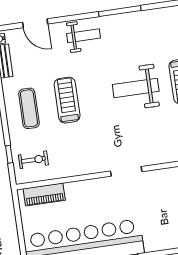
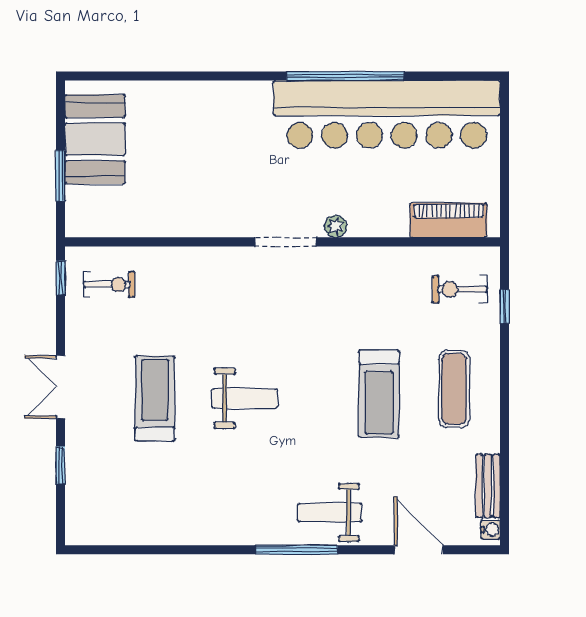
window: (120, 11) -> (297, 550), moved
weight bench: (136, 88) -> (244, 398), width x0.73, depth x0.75
plant: (102, 183) -> (336, 226), added

